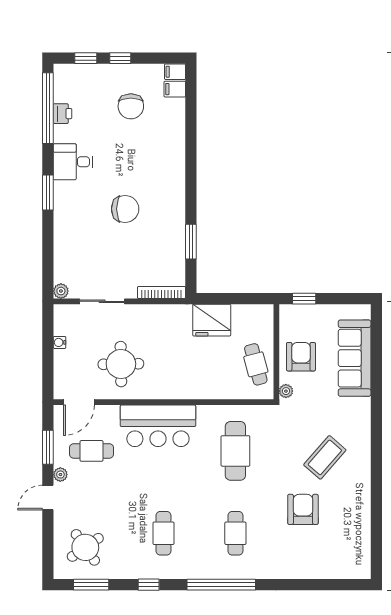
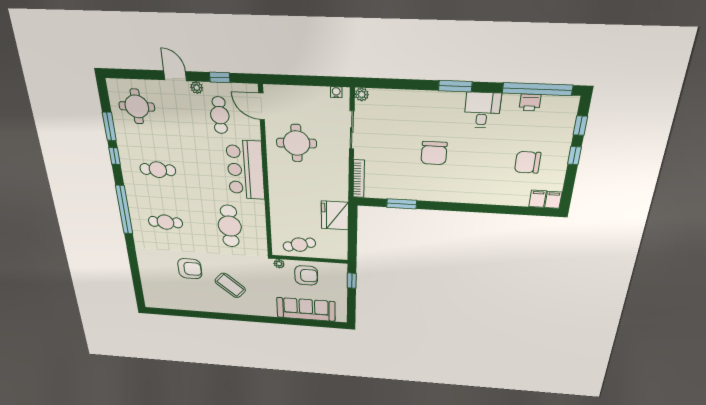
water cooler: (60, 342) -> (336, 92), moved
window: (48, 447) -> (220, 77), width x0.67
cafe table: (235, 451) -> (230, 226), turned 90
round table: (85, 547) -> (137, 106), turned 35
window: (91, 585) -> (109, 126), moved

